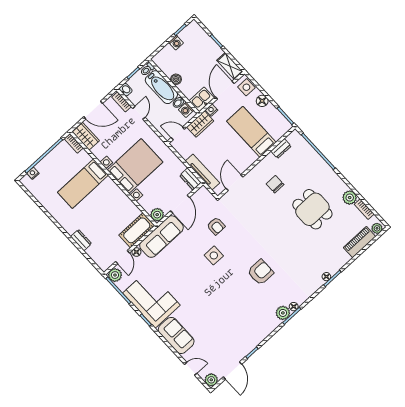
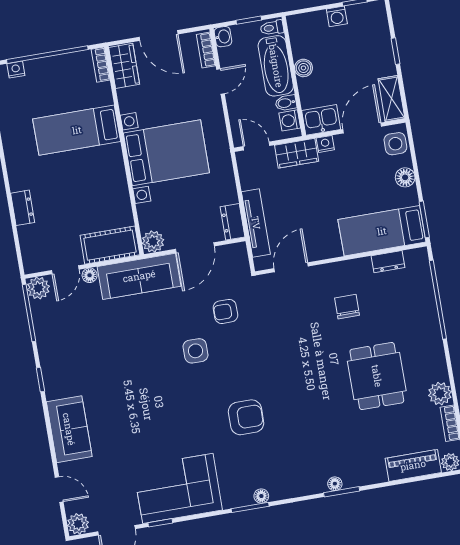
bed: (251, 132) -> (382, 231), moved, turned -90
armchair: (216, 226) -> (225, 311), turned 90
corner sofa: (151, 299) -> (178, 488), moved, turned -90
plant: (283, 313) -> (240, 495), removed

